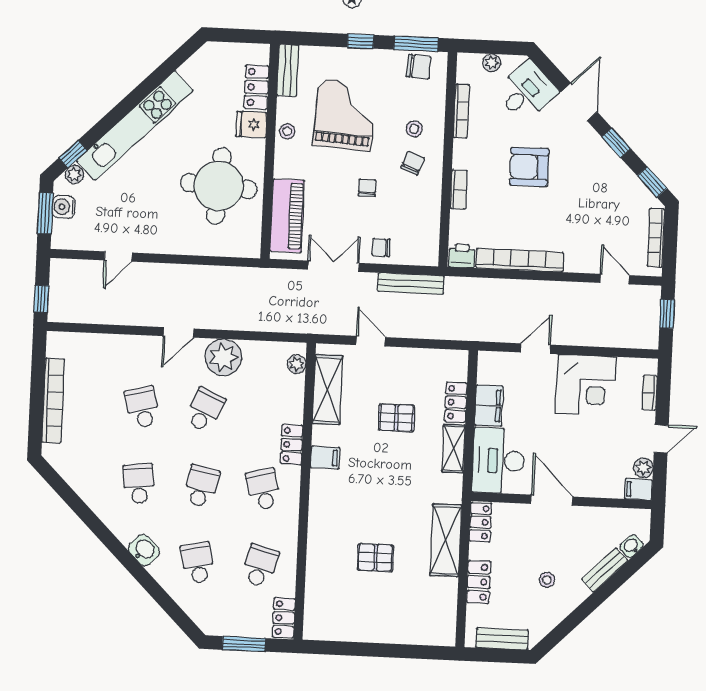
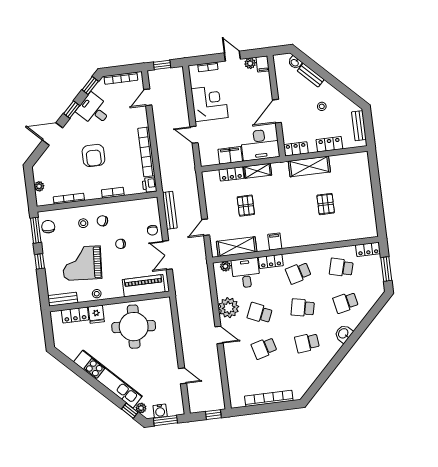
desk: (526, 91) -> (94, 110), moved
desk: (279, 398) -> (246, 273), added

